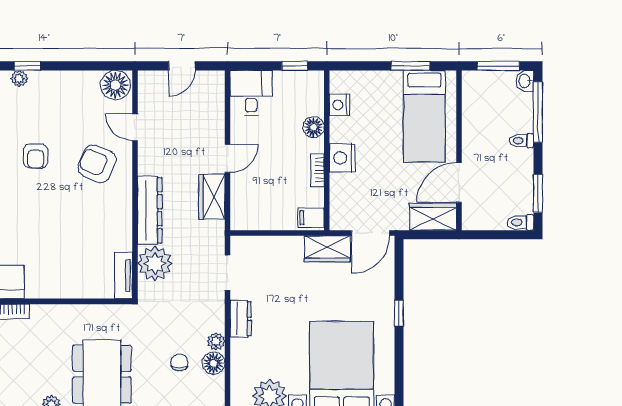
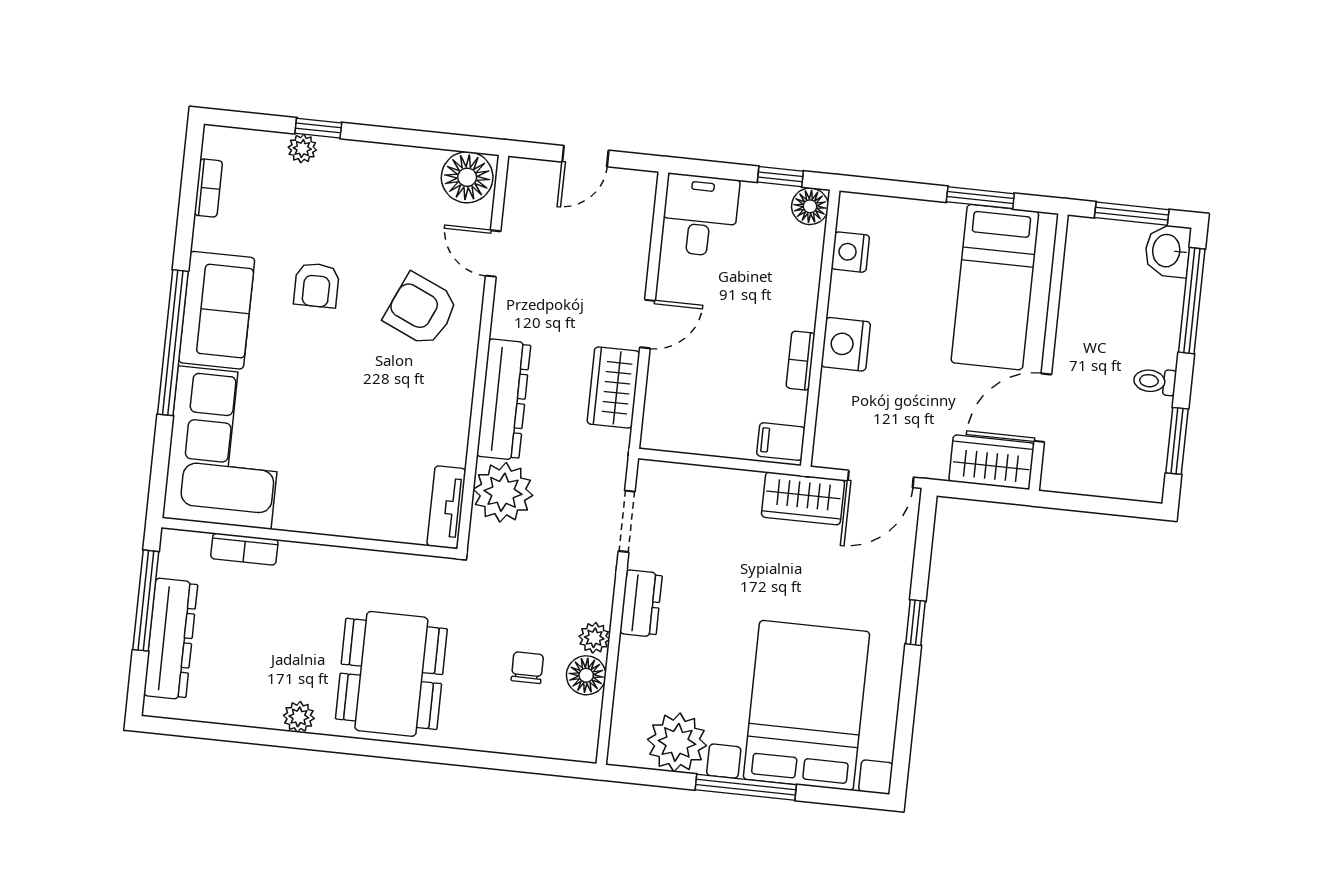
washbasin: (525, 81) -> (1168, 251), width x1.38, depth x1.45
floor lamp: (314, 127) -> (810, 206), moved
toilet: (522, 141) -> (1155, 381), moved
toilet: (520, 222) -> (1141, 488), removed

